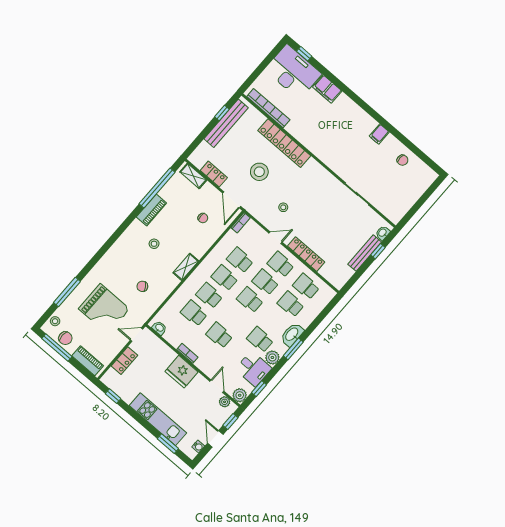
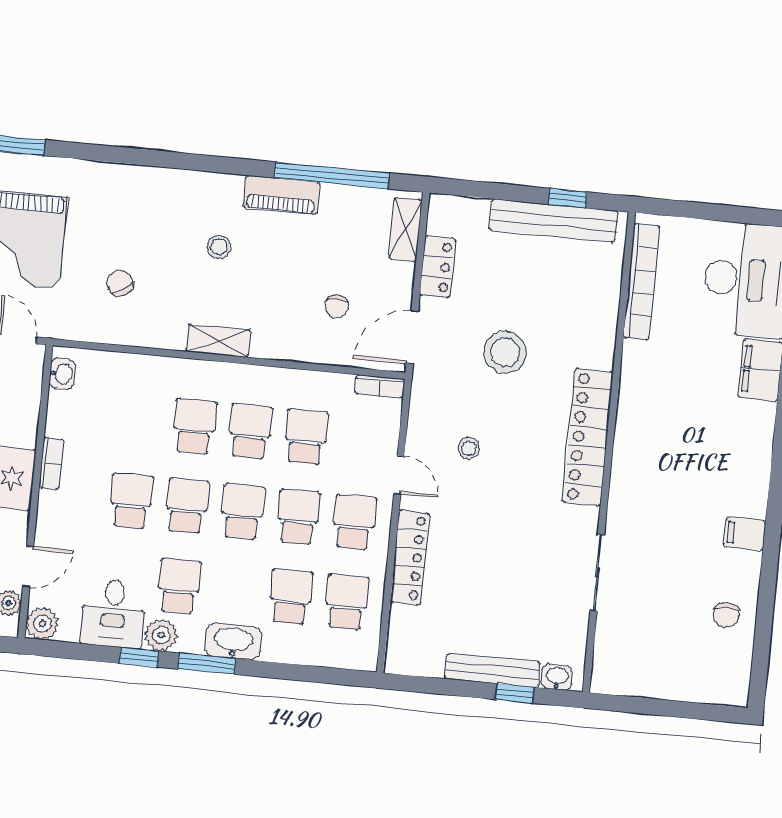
locker: (284, 143) -> (588, 437), moved
school desk: (194, 313) -> (187, 506), moved
window: (259, 389) -> (139, 657), moved

